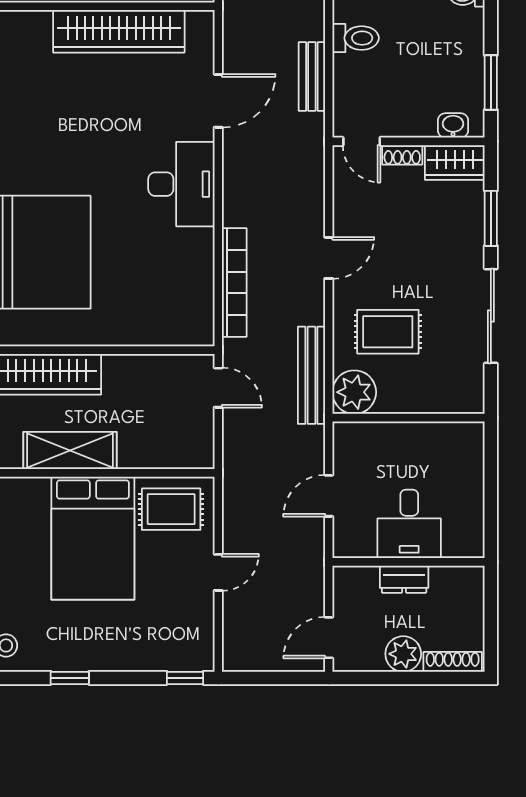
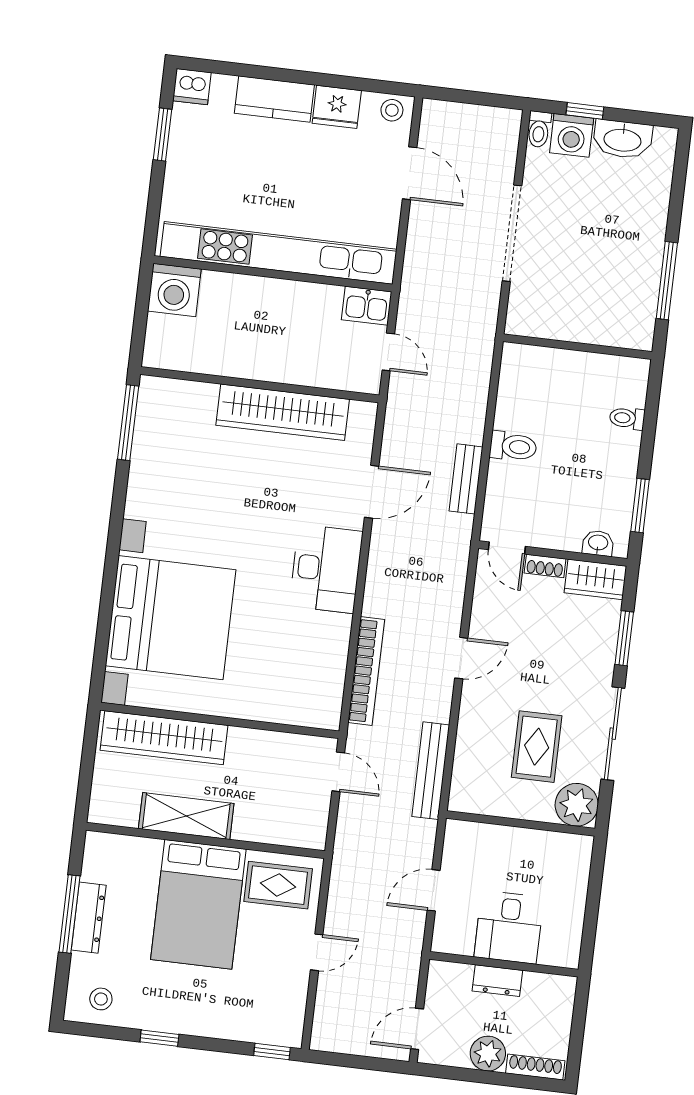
rug: (388, 332) -> (537, 747), moved, turned 90
plant: (354, 392) -> (577, 805), moved

